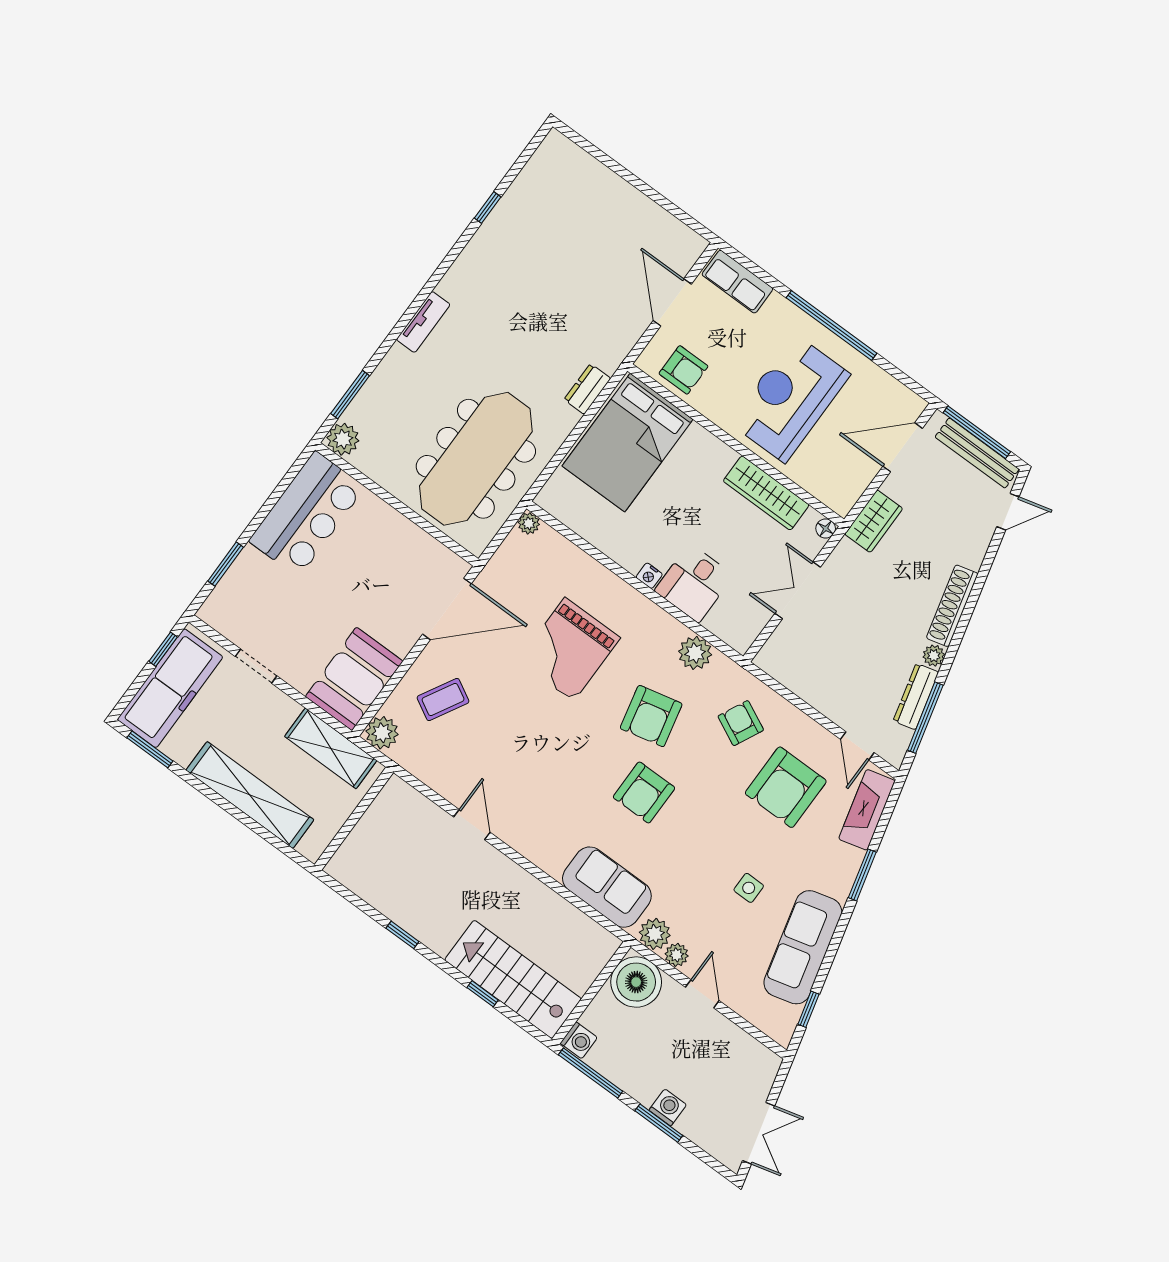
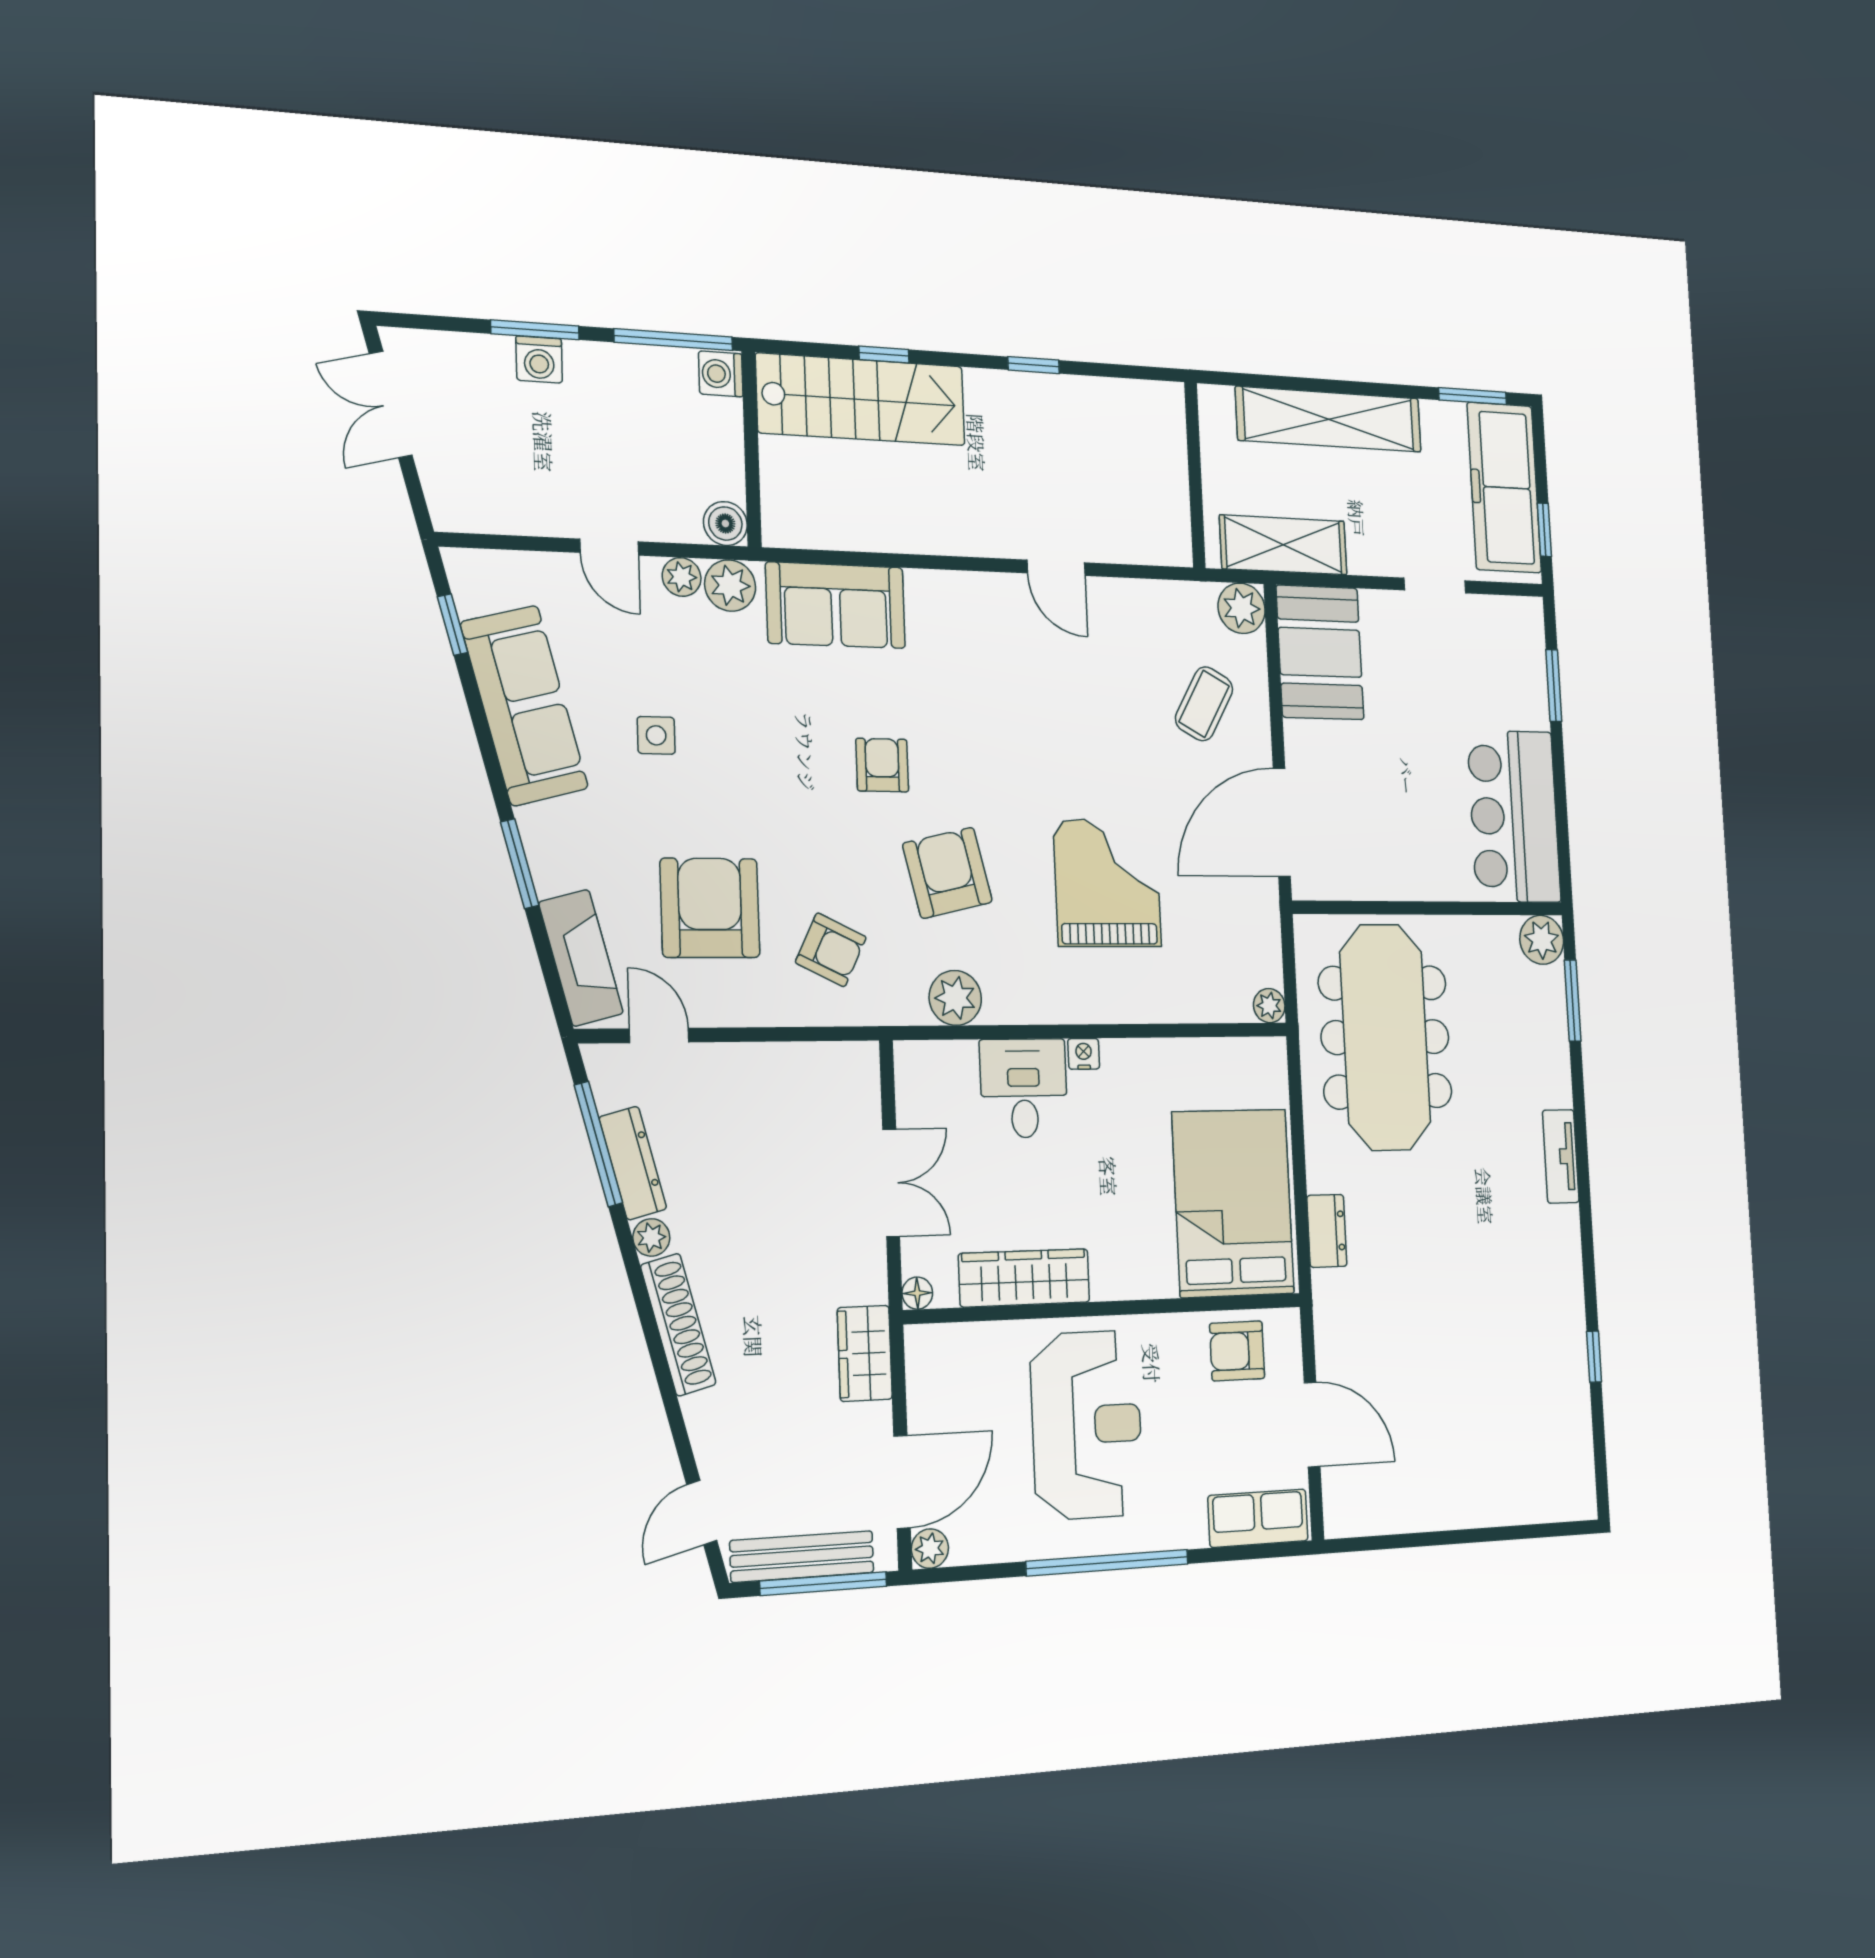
plant: (913, 406) -> (930, 1549), added
armchair: (644, 792) -> (882, 765), width x0.72, depth x0.72
boiler: (636, 982) -> (725, 524), width x0.54, depth x0.54

